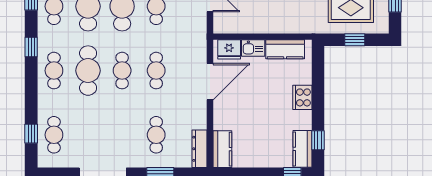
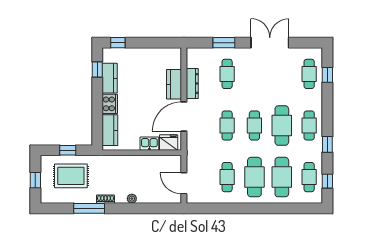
kitchen counter: (285, 49) -> (110, 130), moved, turned 90
dresser: (200, 149) -> (192, 83), moved
kitchen counter: (222, 149) -> (174, 84), moved
kitchen counter: (302, 149) -> (110, 78), moved

